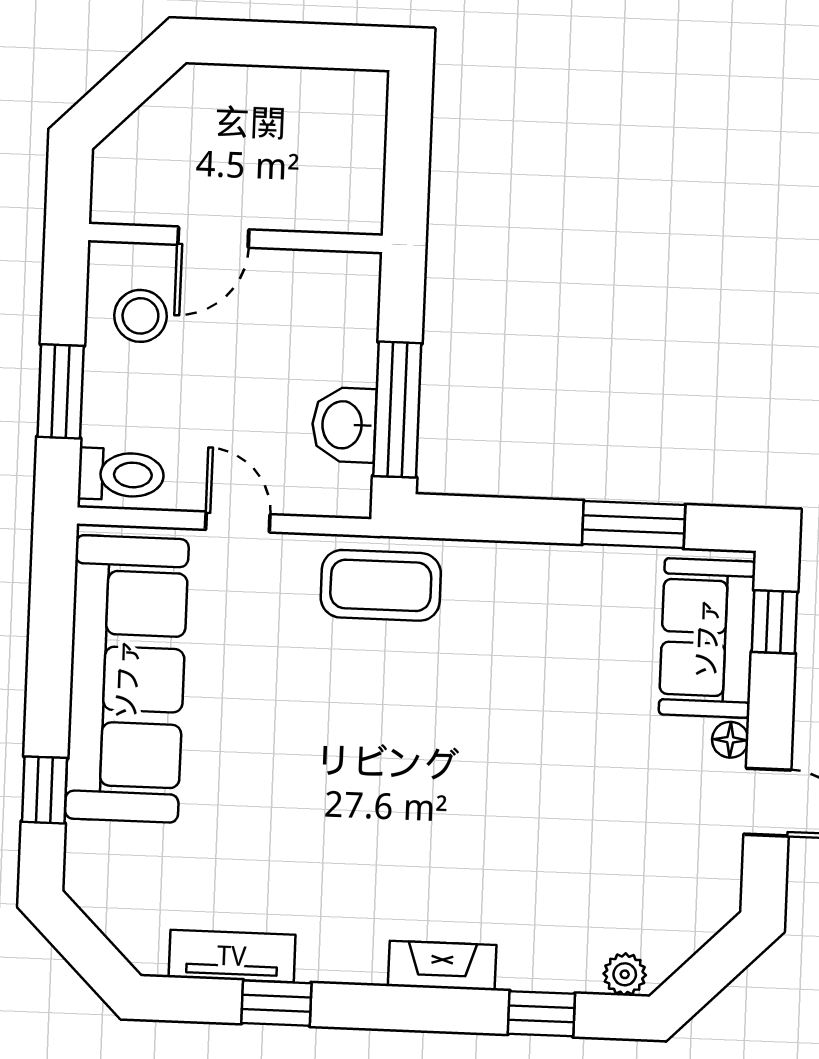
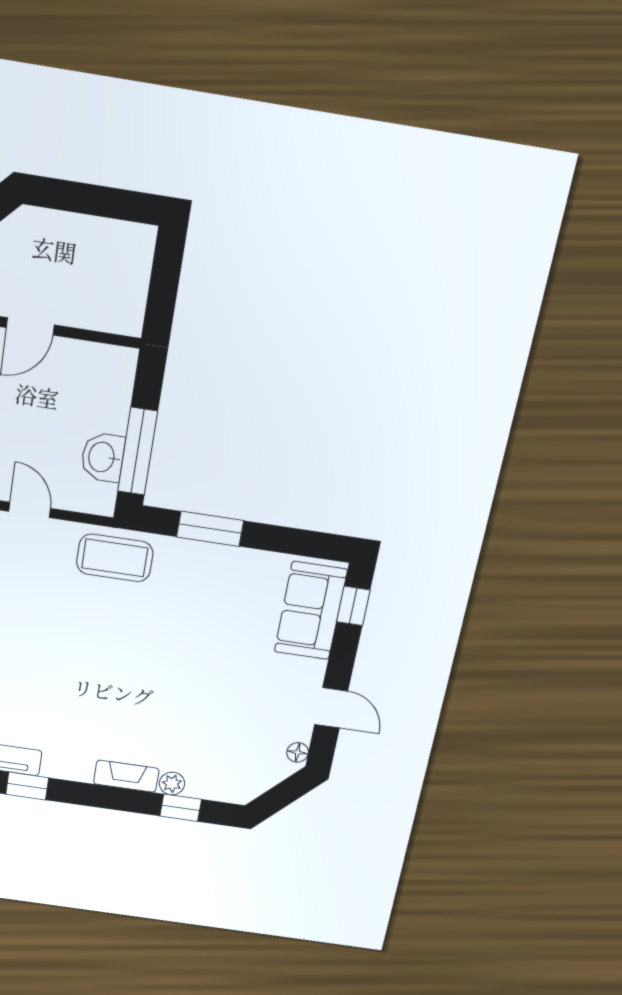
window: (634, 525) -> (210, 529), moved
floor lamp: (730, 740) -> (298, 752), moved
plant: (625, 974) -> (172, 783), moved

